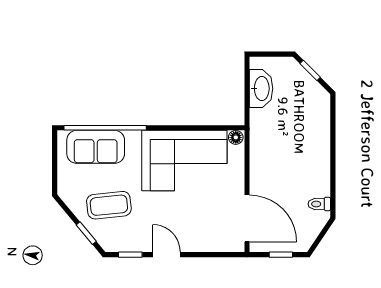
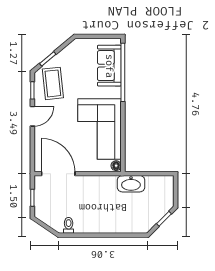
washbasin: (261, 88) -> (131, 184), moved
coffee table: (109, 205) -> (53, 83), moved
door: (247, 218) -> (58, 174), swing flipped

